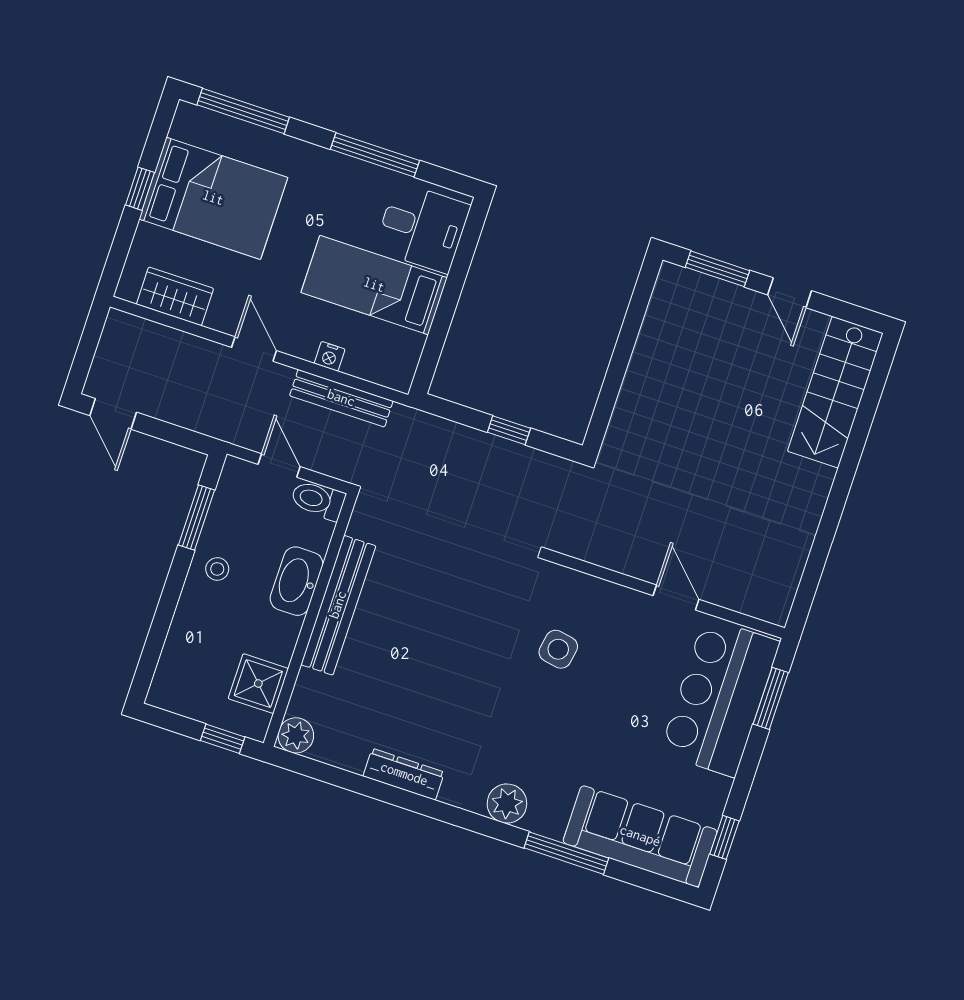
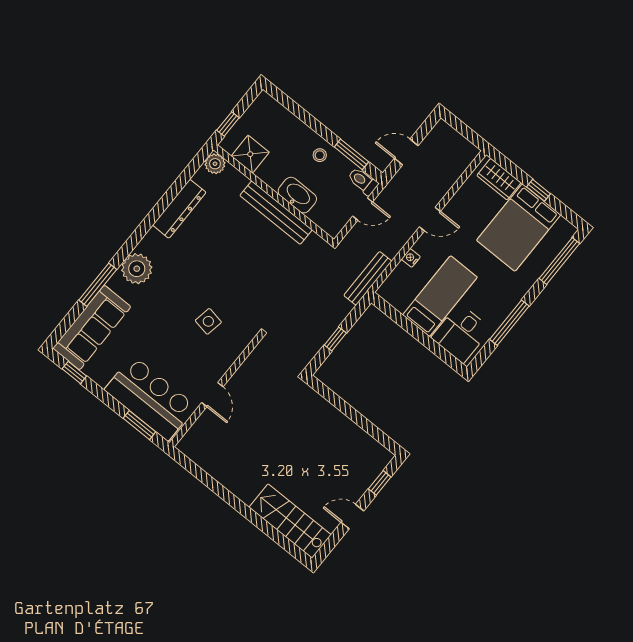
window: (718, 269) -> (380, 483), width x0.67
wardrobe: (175, 296) -> (499, 179), moved, turned 90
bench: (341, 398) -> (368, 278), moved
door: (113, 414) -> (406, 152), moved
toilet: (318, 500) -> (363, 181), moved, turned -90
door: (676, 597) -> (212, 395), hinge flipped
dresser: (404, 774) -> (179, 209), width x1.37, depth x1.24
plant: (507, 803) -> (137, 269), width x1.36, depth x1.36

